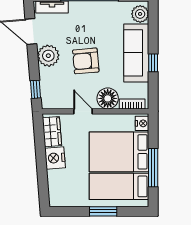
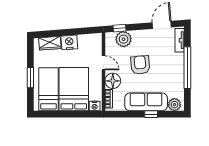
plant: (48, 56) -> (124, 39), moved
window: (153, 63) -> (151, 114), moved
door: (83, 111) -> (103, 63), hinge flipped
wardrobe: (52, 132) -> (50, 43), moved
window: (153, 168) -> (62, 114), removed

